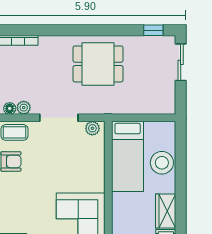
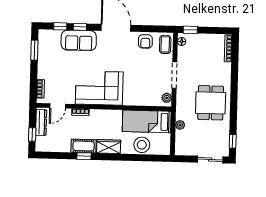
plant: (24, 108) -> (180, 125), moved

